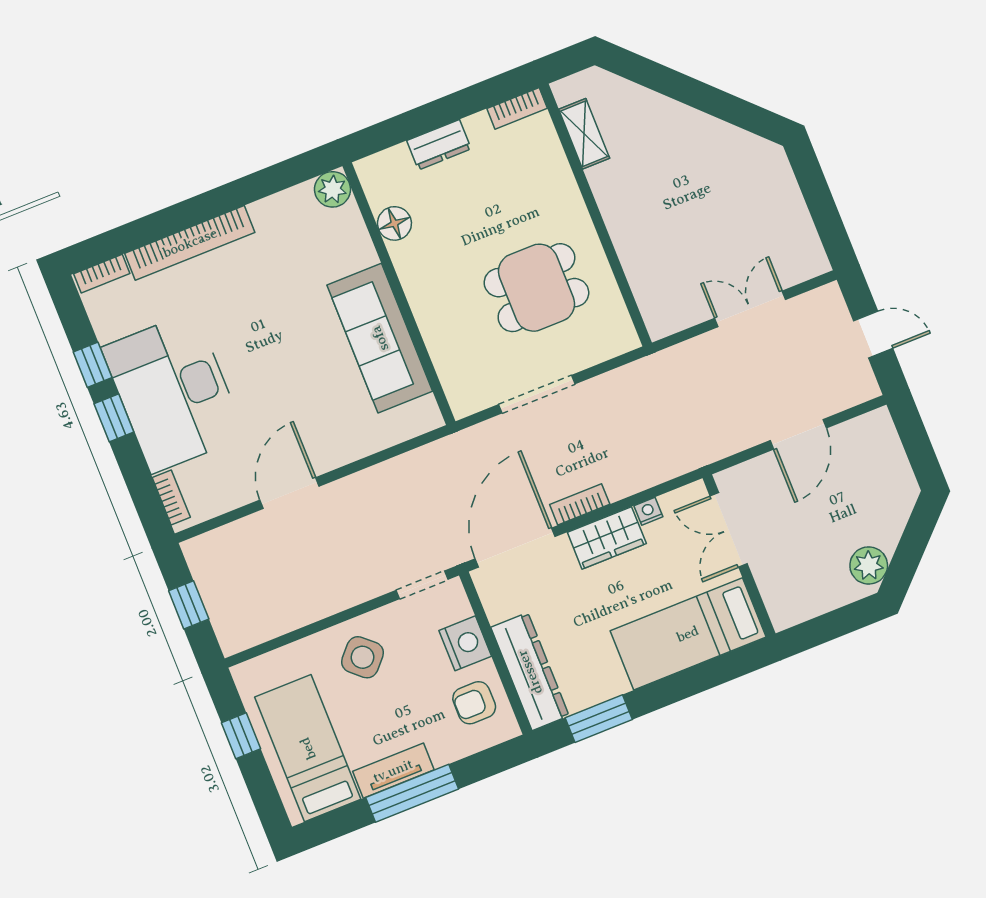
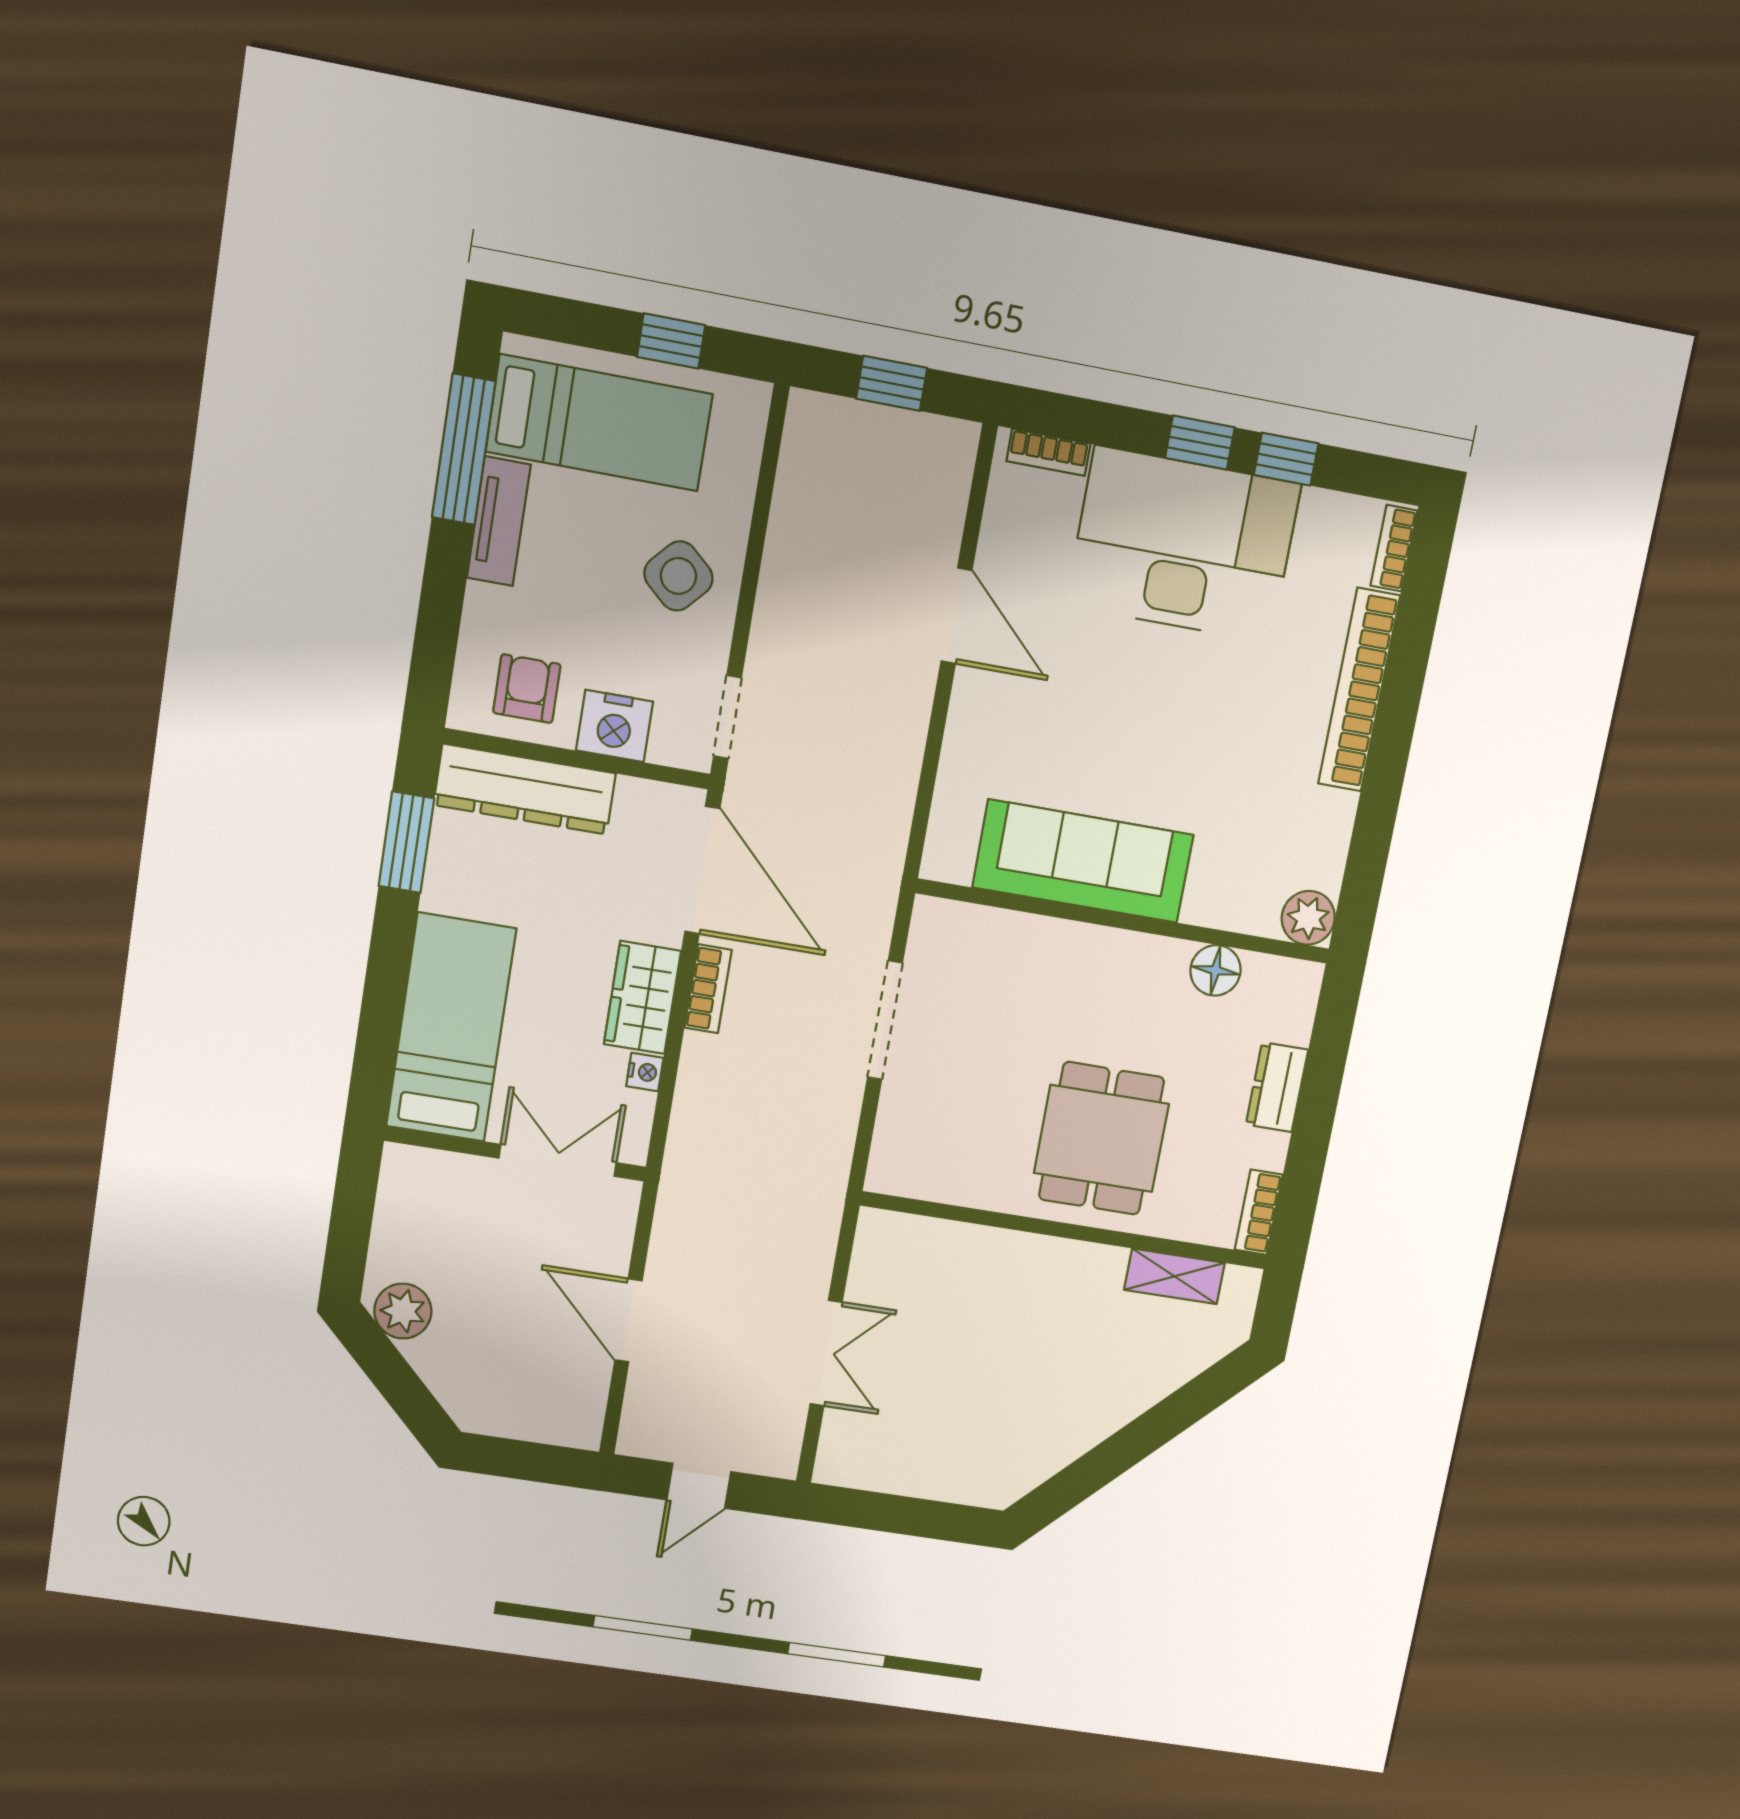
dining table: (536, 288) -> (1101, 1138), moved
window: (412, 793) -> (464, 449), moved

